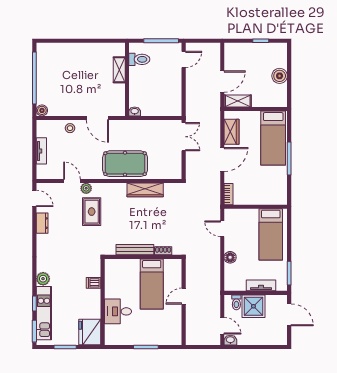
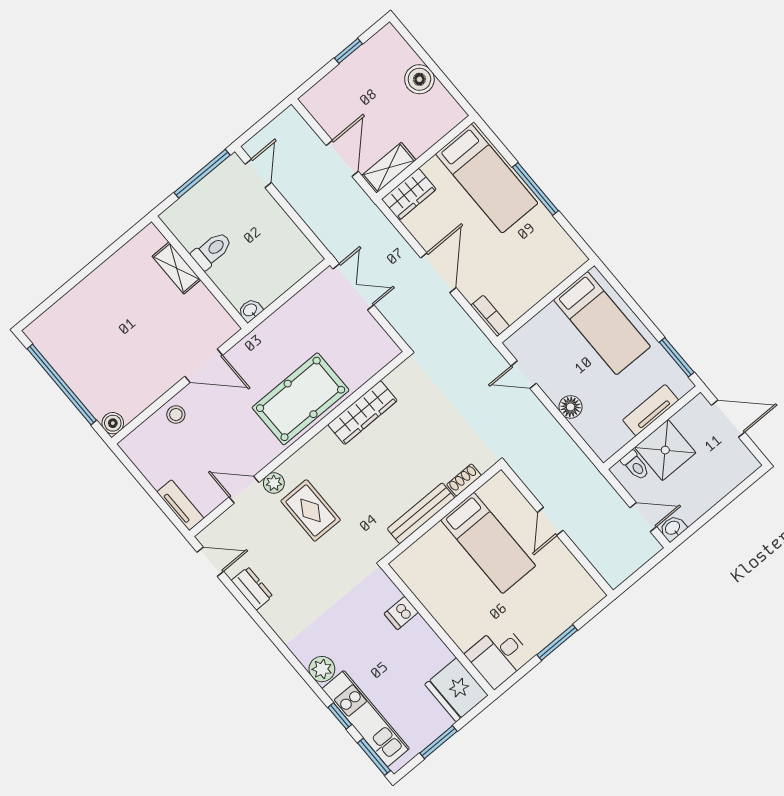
toilet: (139, 59) -> (212, 250), moved
wardrobe: (232, 132) -> (409, 194), moved, turned 90
tv unit: (41, 151) -> (180, 505), moved
desk: (118, 311) -> (498, 656), moved

